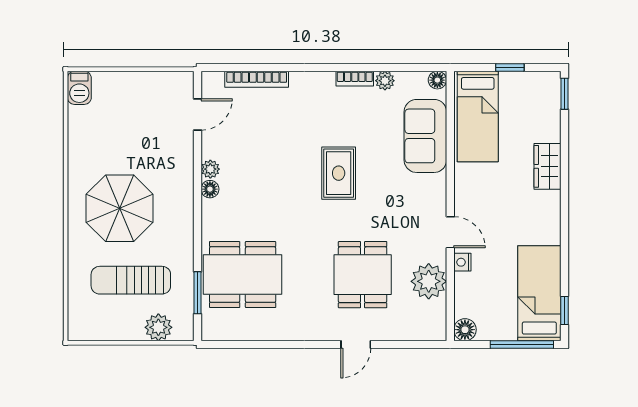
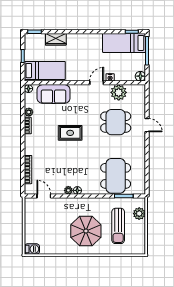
wardrobe: (547, 166) -> (56, 39), moved

